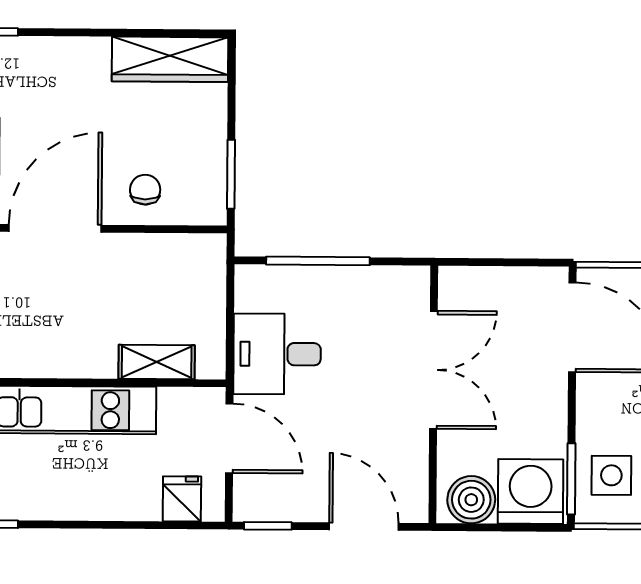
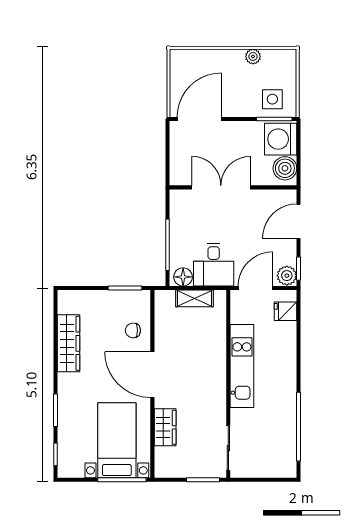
wardrobe: (170, 59) -> (68, 343), moved
floor lamp: (253, 292) -> (183, 277), added
shelving: (157, 362) -> (194, 298), moved, turned 90
plant: (254, 502) -> (287, 276), added

